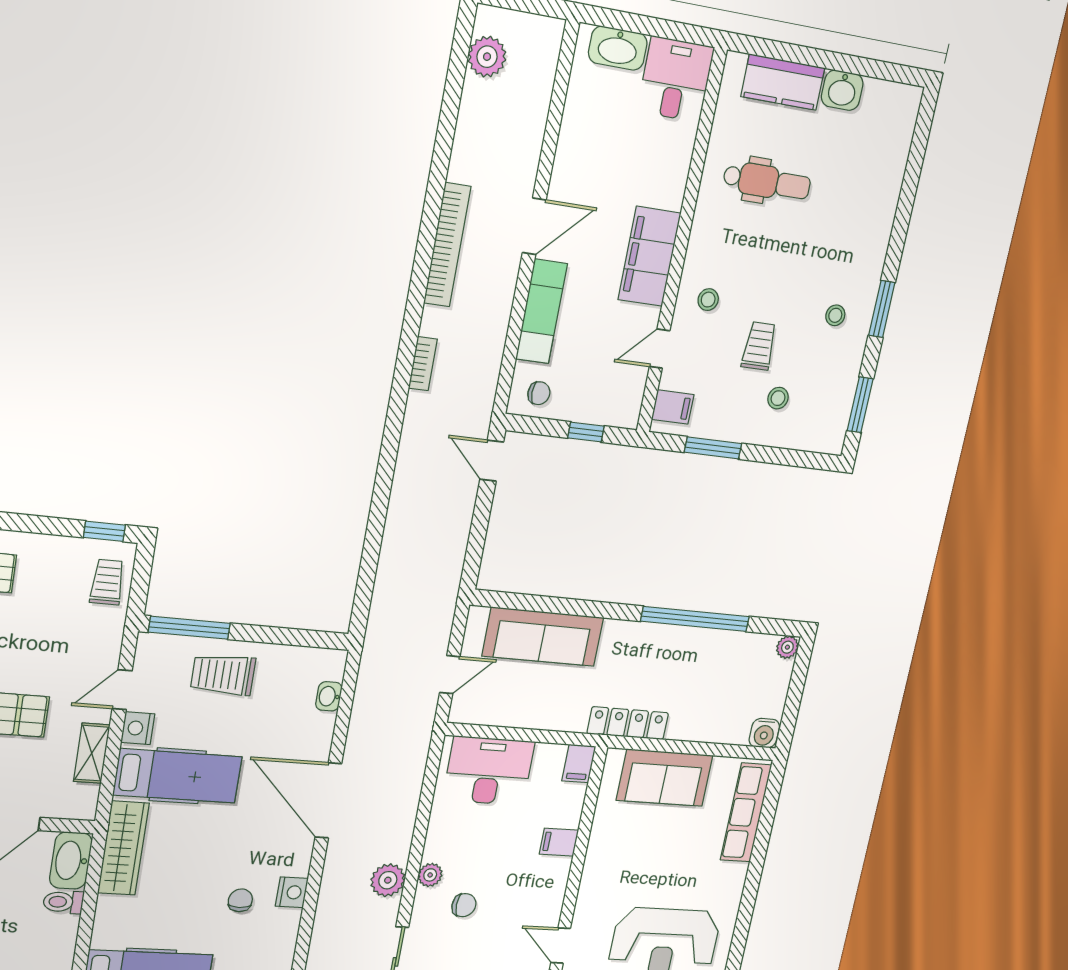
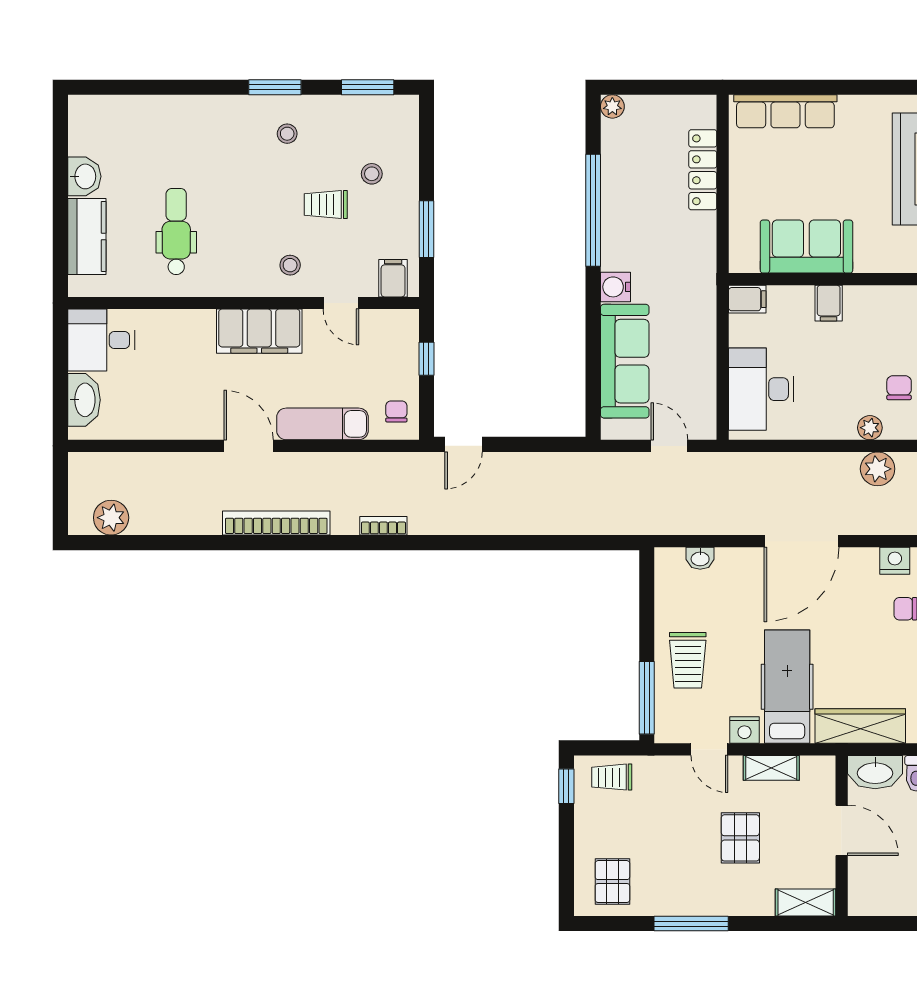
locker: (628, 723) -> (703, 170), moved
water cooler: (764, 733) -> (615, 287), moved, turned 180
sofa: (665, 778) -> (806, 247), moved, turned -90

